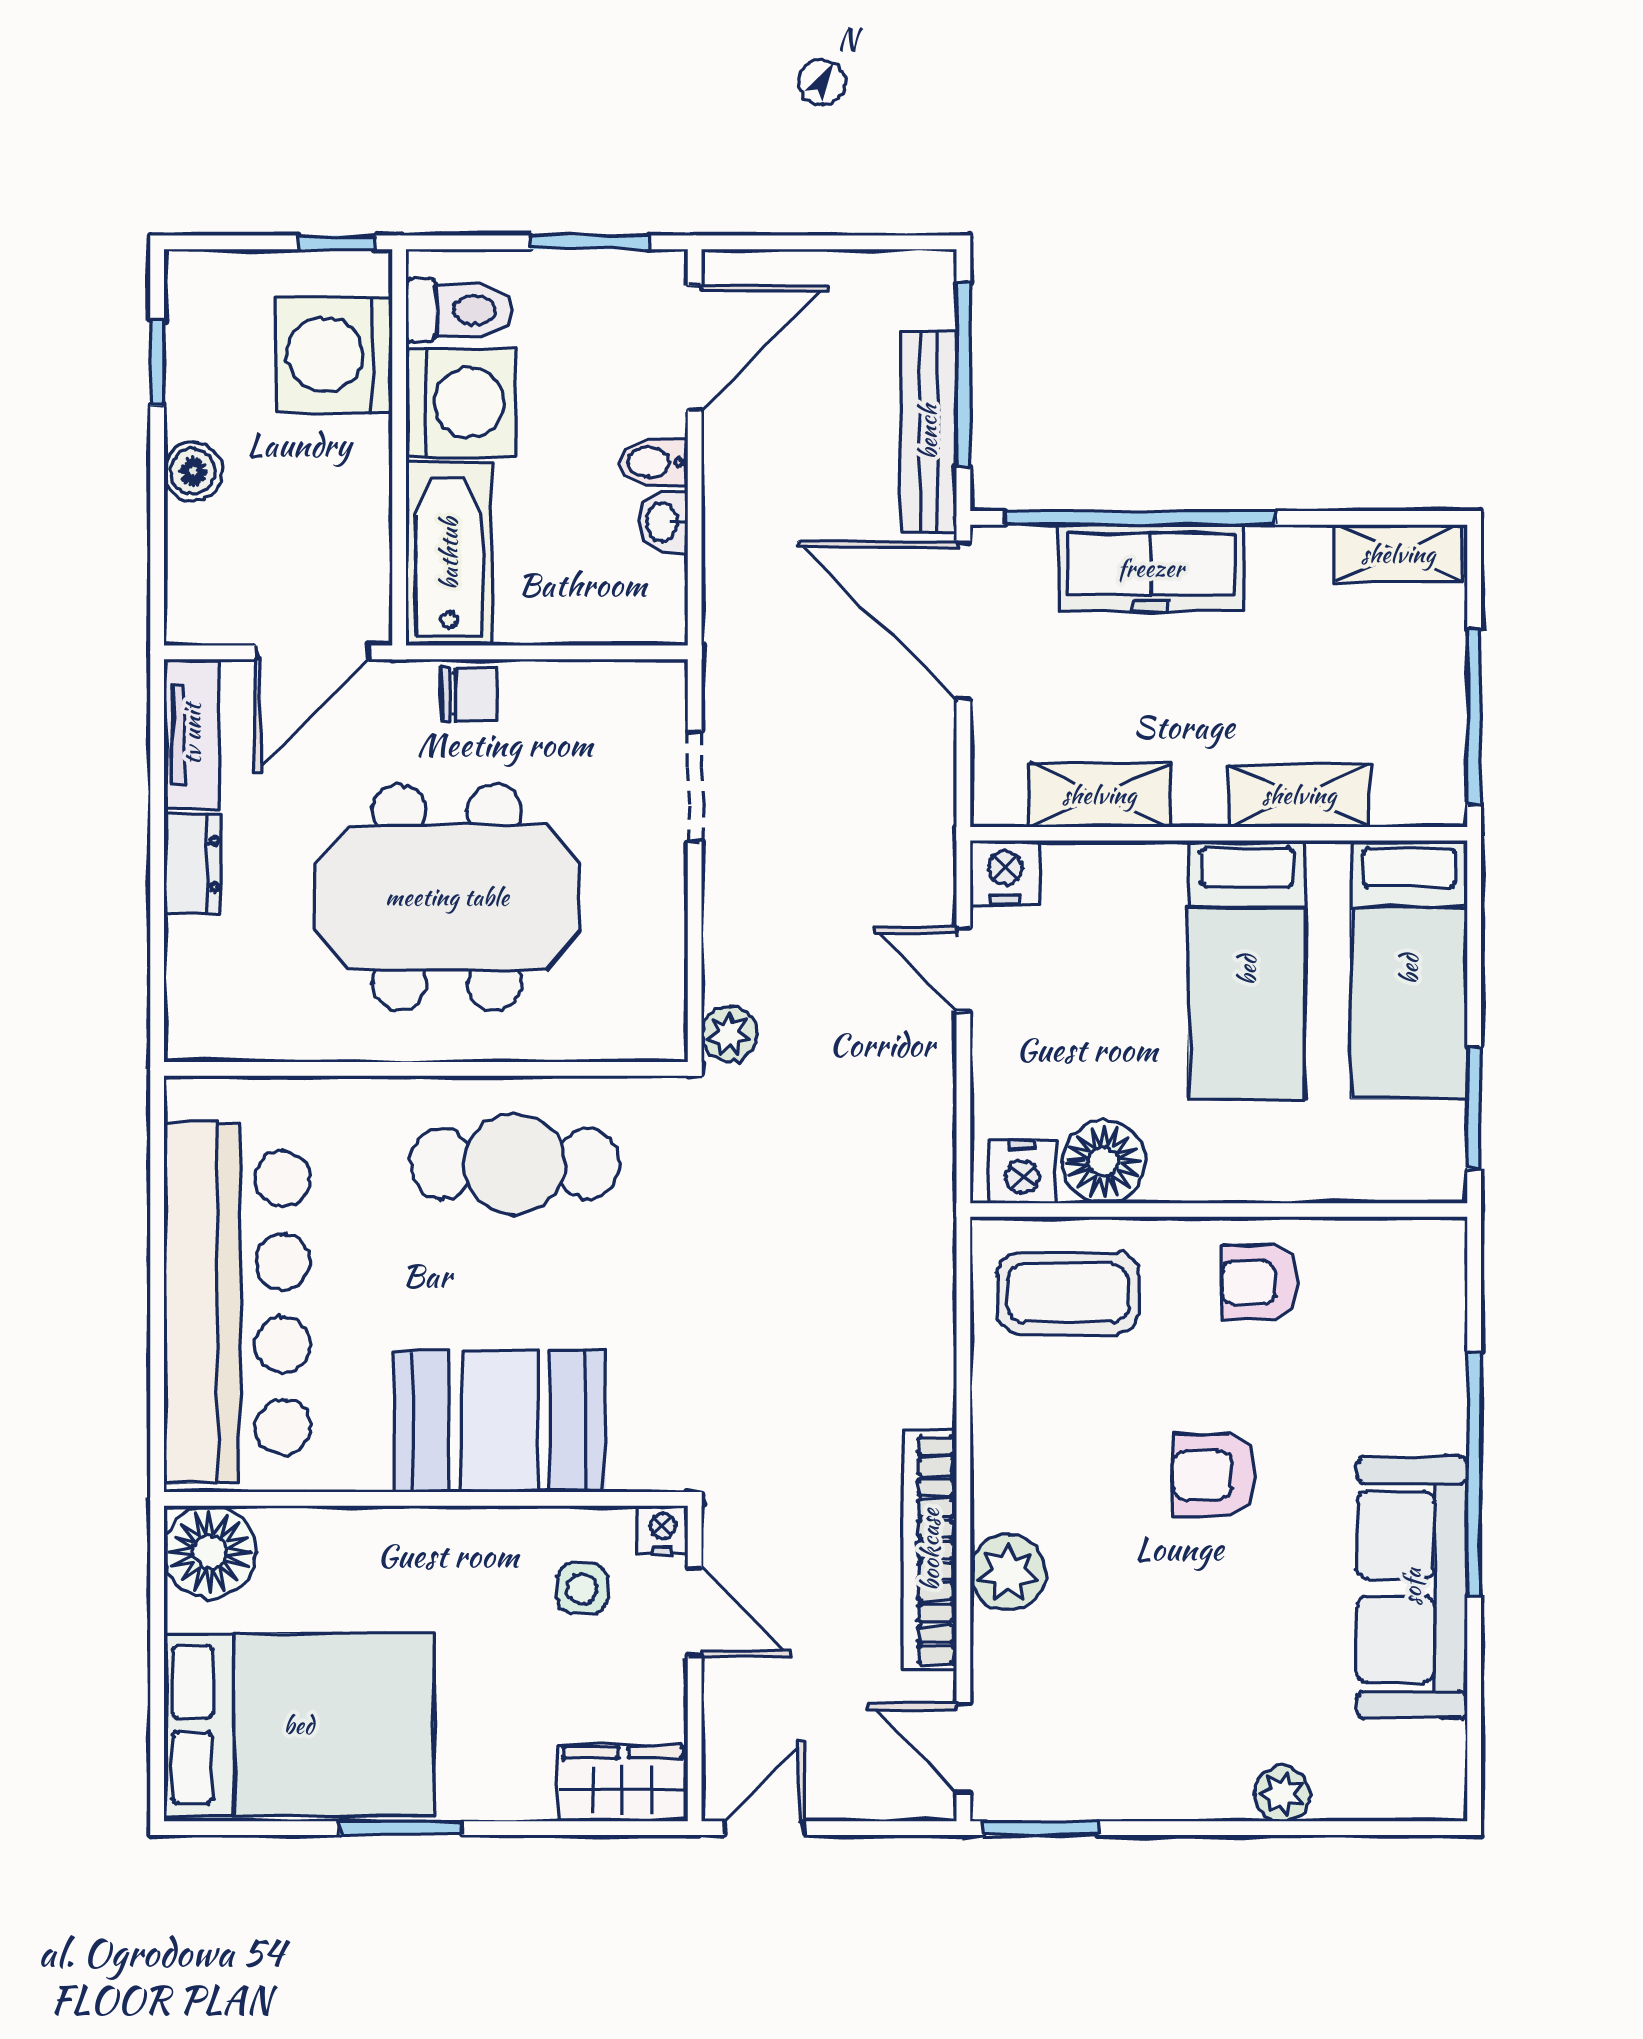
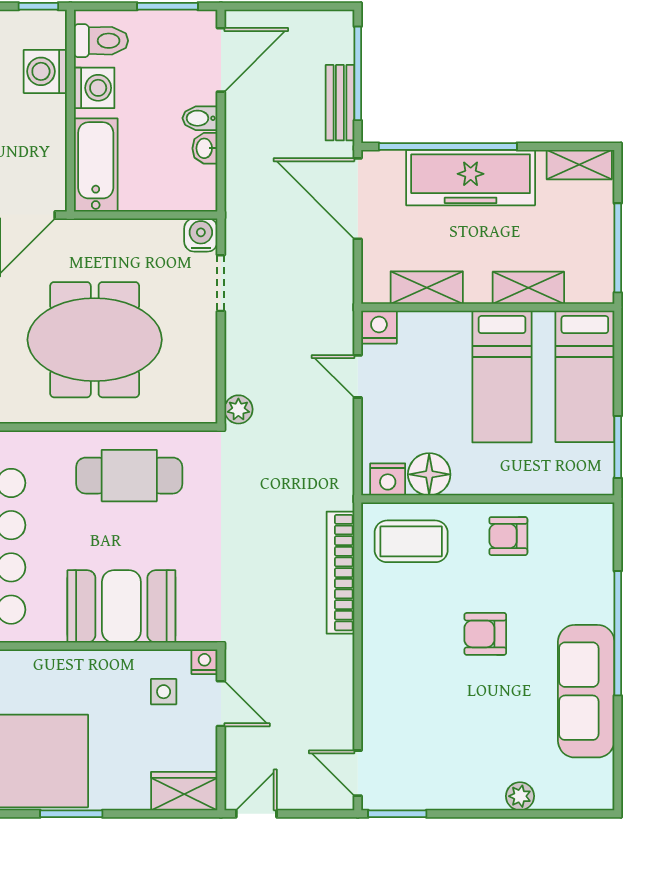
washing machine: (334, 355) -> (45, 71), width x0.73, depth x0.73
washing machine: (460, 403) -> (94, 88), width x0.73, depth x0.73
bench: (928, 432) -> (340, 103), width x0.73
freezer: (1151, 568) -> (471, 178), width x1.36, depth x1.26
water cooler: (655, 692) -> (201, 235), added
chair: (469, 694) -> (106, 236), removed
bookcase: (930, 1550) -> (340, 573), moved
plant: (1008, 1573) -> (380, 684), removed

